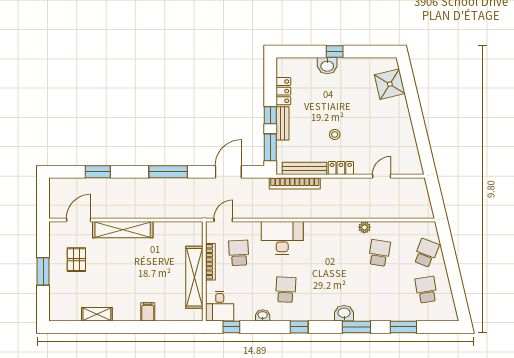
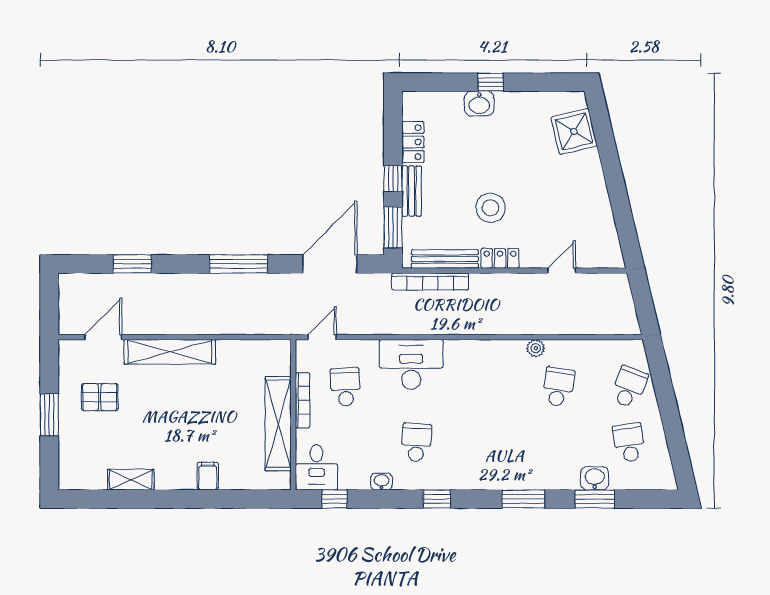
stool: (335, 135) -> (491, 208), width x1.89, depth x1.89
door: (228, 172) -> (330, 264), width x1.36
pallet: (76, 260) -> (100, 397), turned 90
washbasin: (344, 313) -> (595, 478), moved

